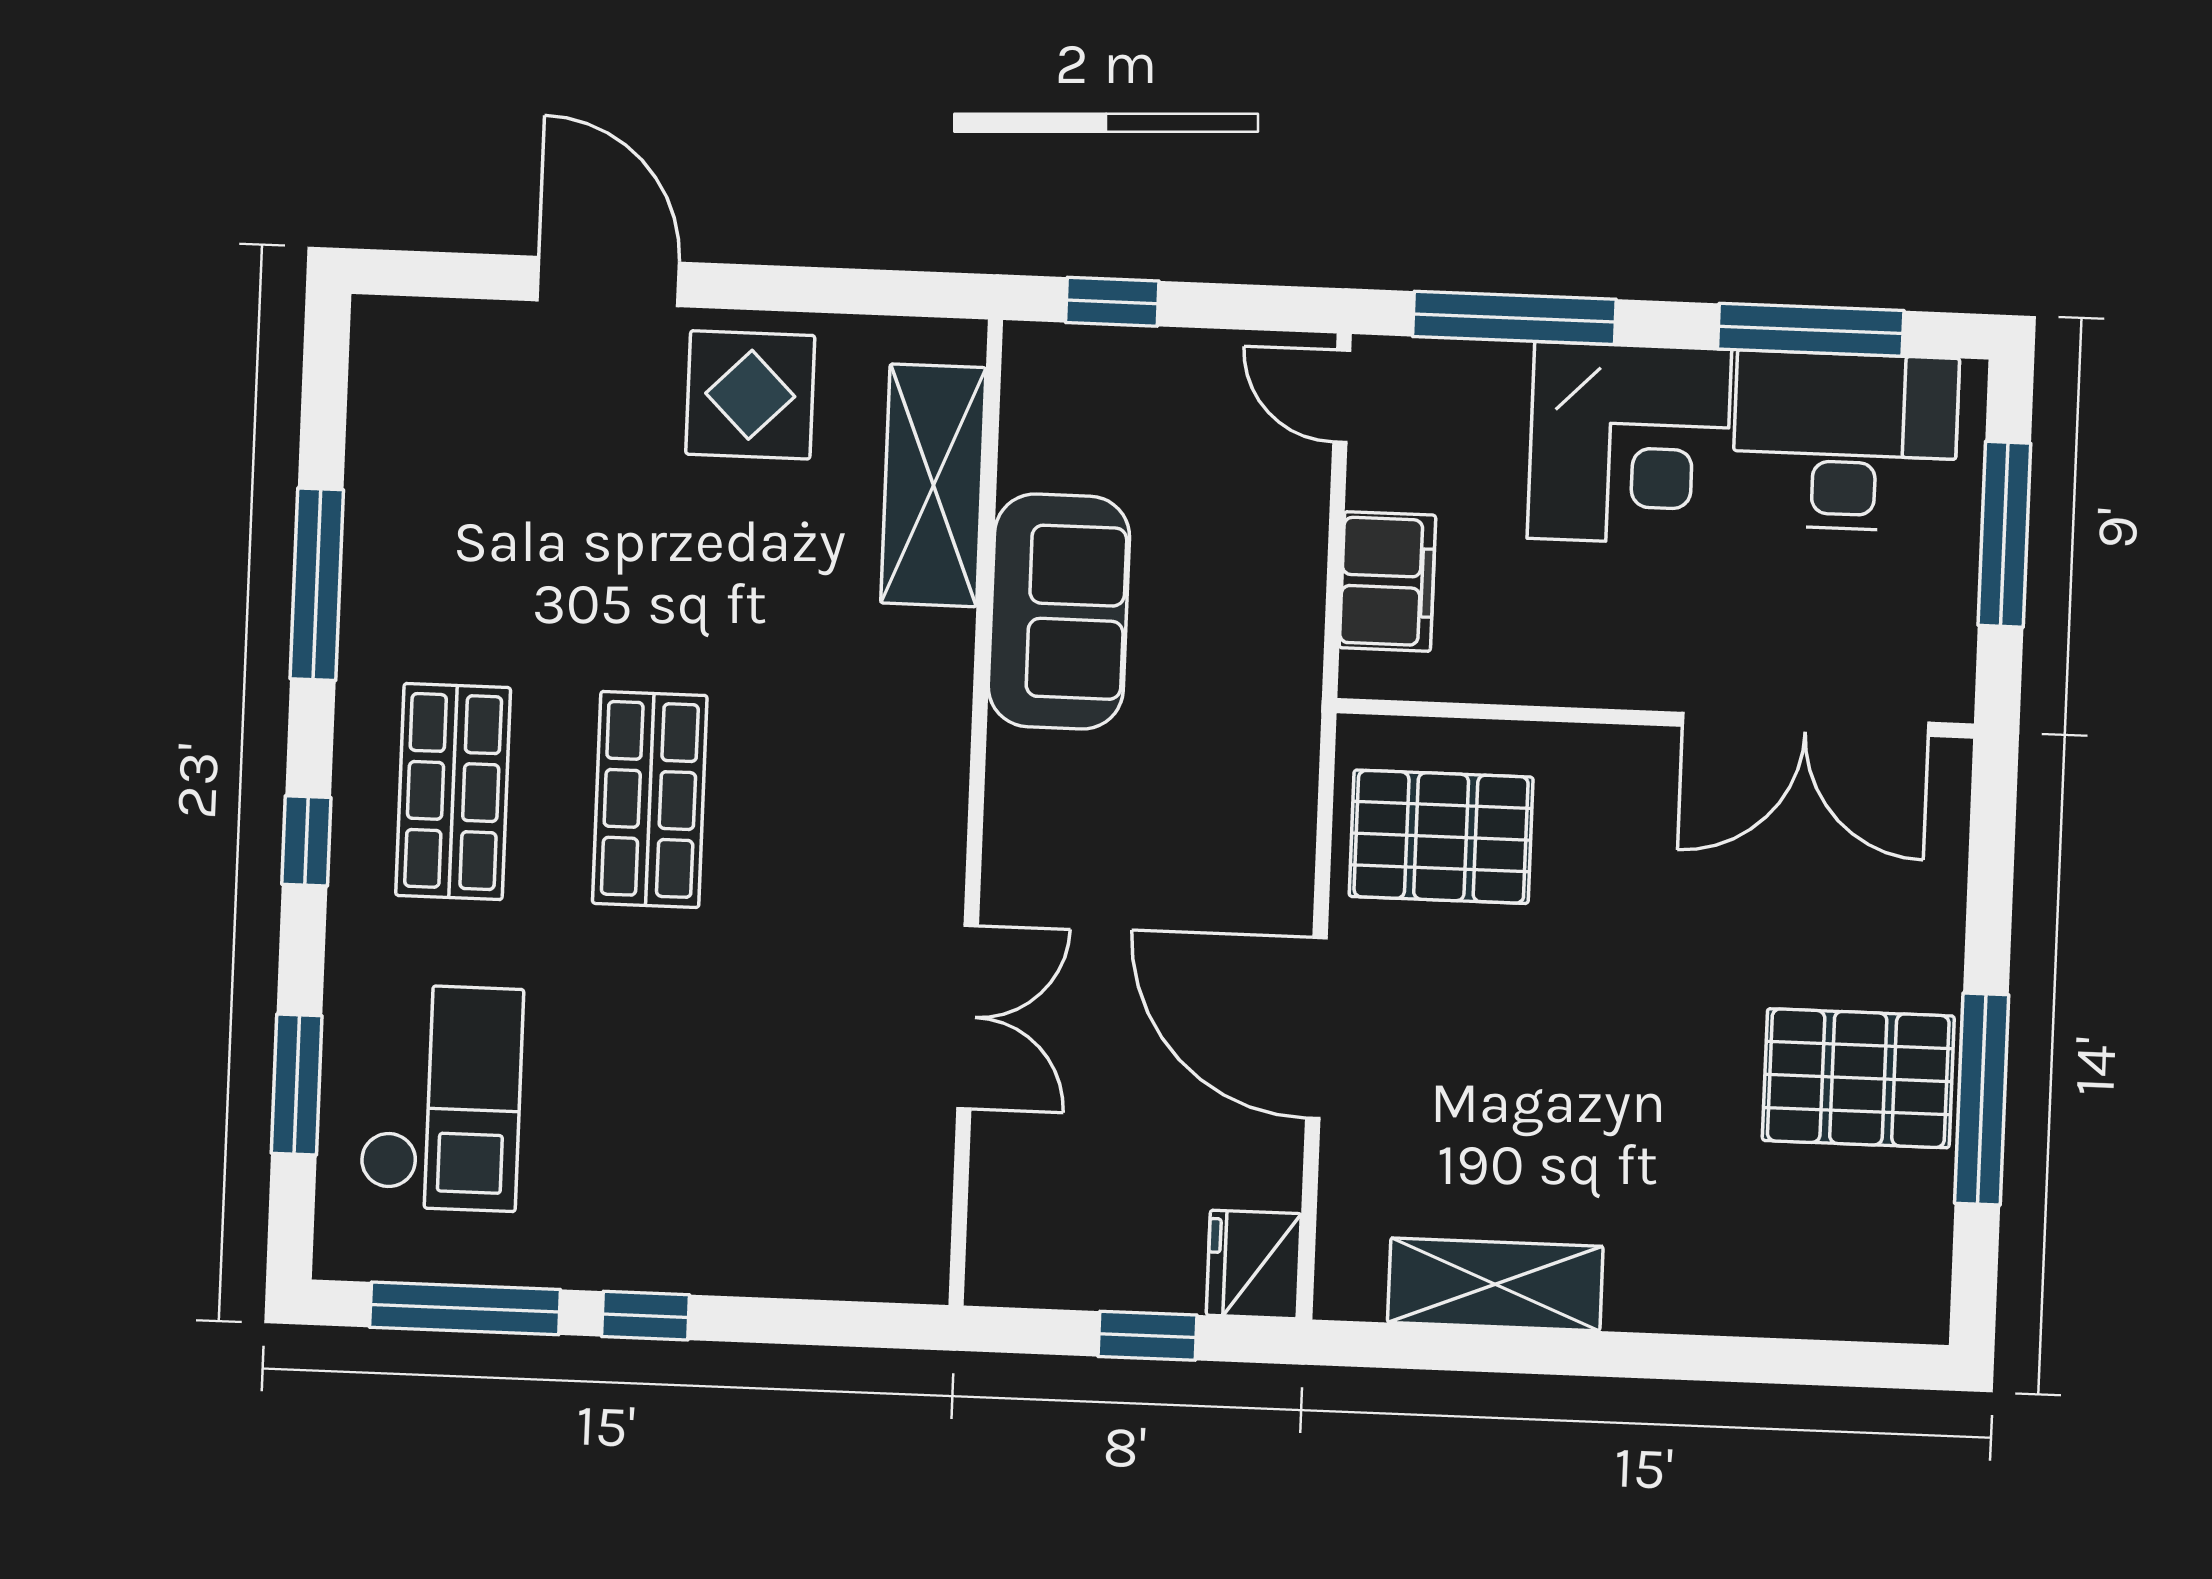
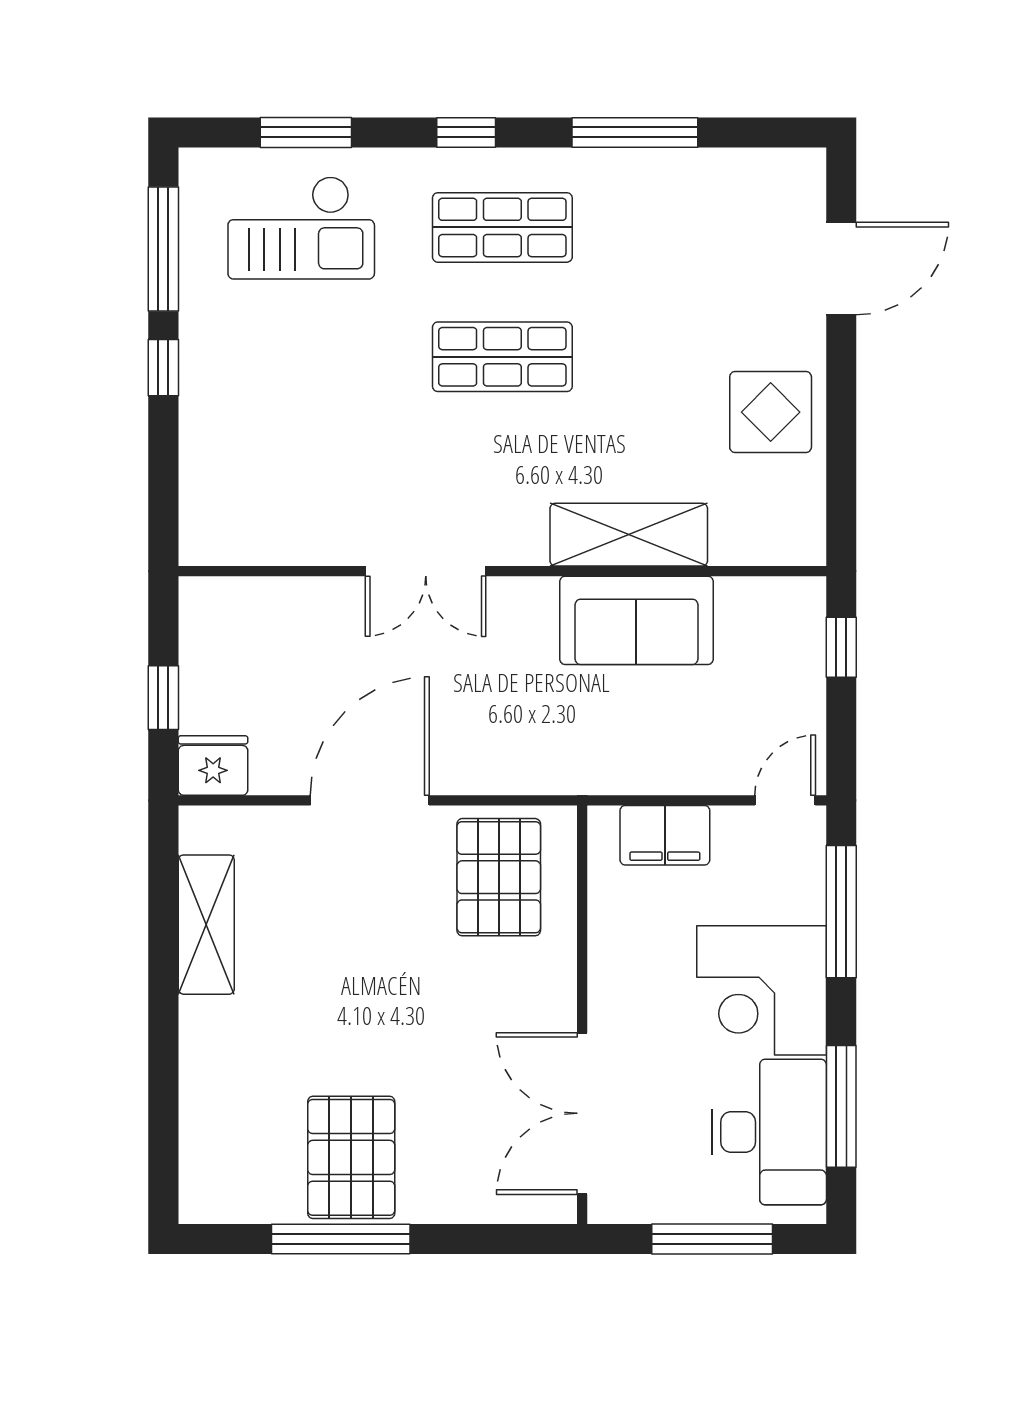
door: (608, 281) -> (841, 268), moved
shelving: (933, 485) -> (629, 535), moved
double door: (968, 1017) -> (426, 571), moved

